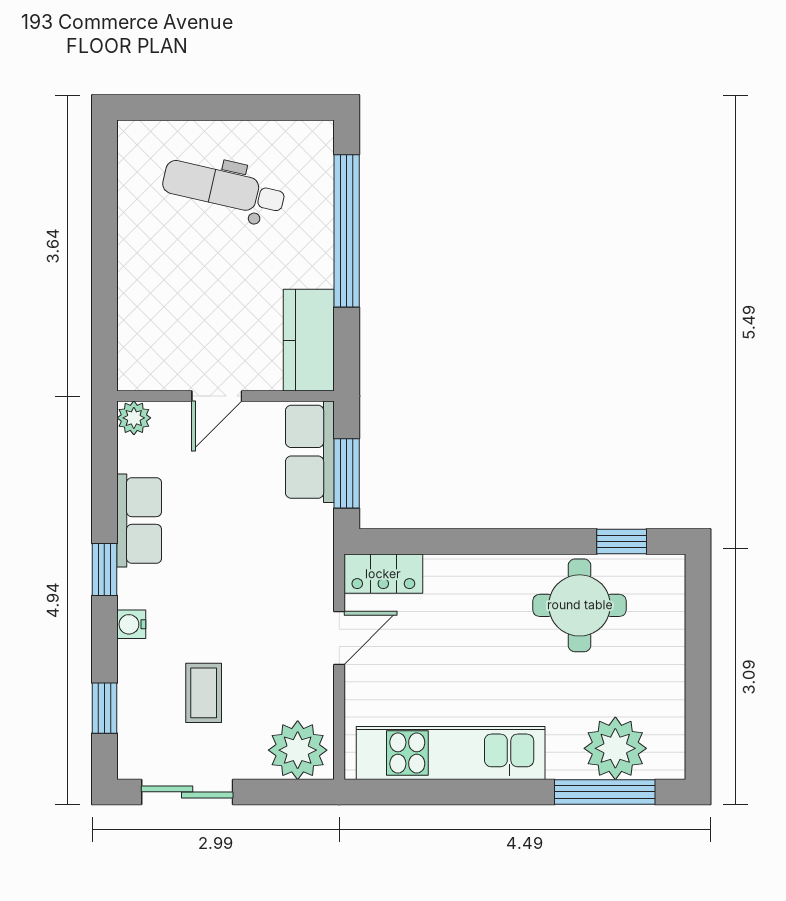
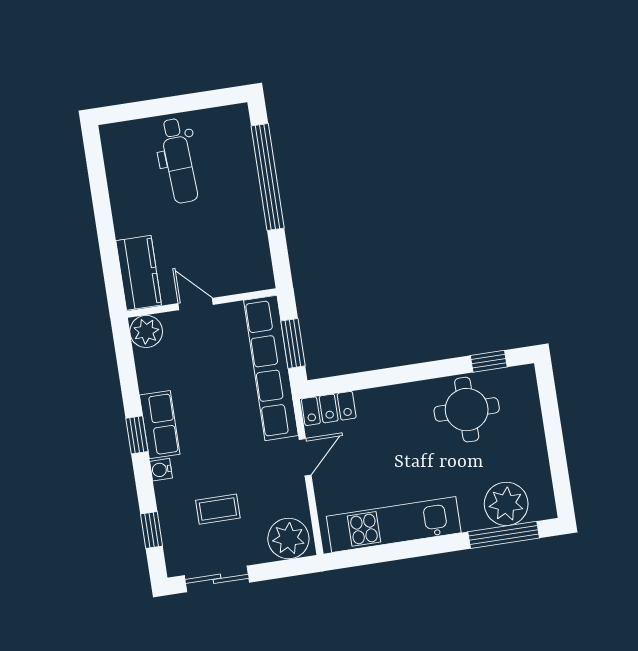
dental chair: (224, 188) -> (179, 161), turned -106
kitchen counter: (309, 340) -> (139, 273), moved, turned 180
door: (217, 396) -> (196, 304), swing flipped
plant: (134, 418) -> (146, 331), width x1.38, depth x1.38
row of seats: (310, 452) -> (271, 368), width x2.02
row of seats: (139, 520) -> (160, 425), moved
coffee table: (204, 693) -> (218, 509), turned 90

